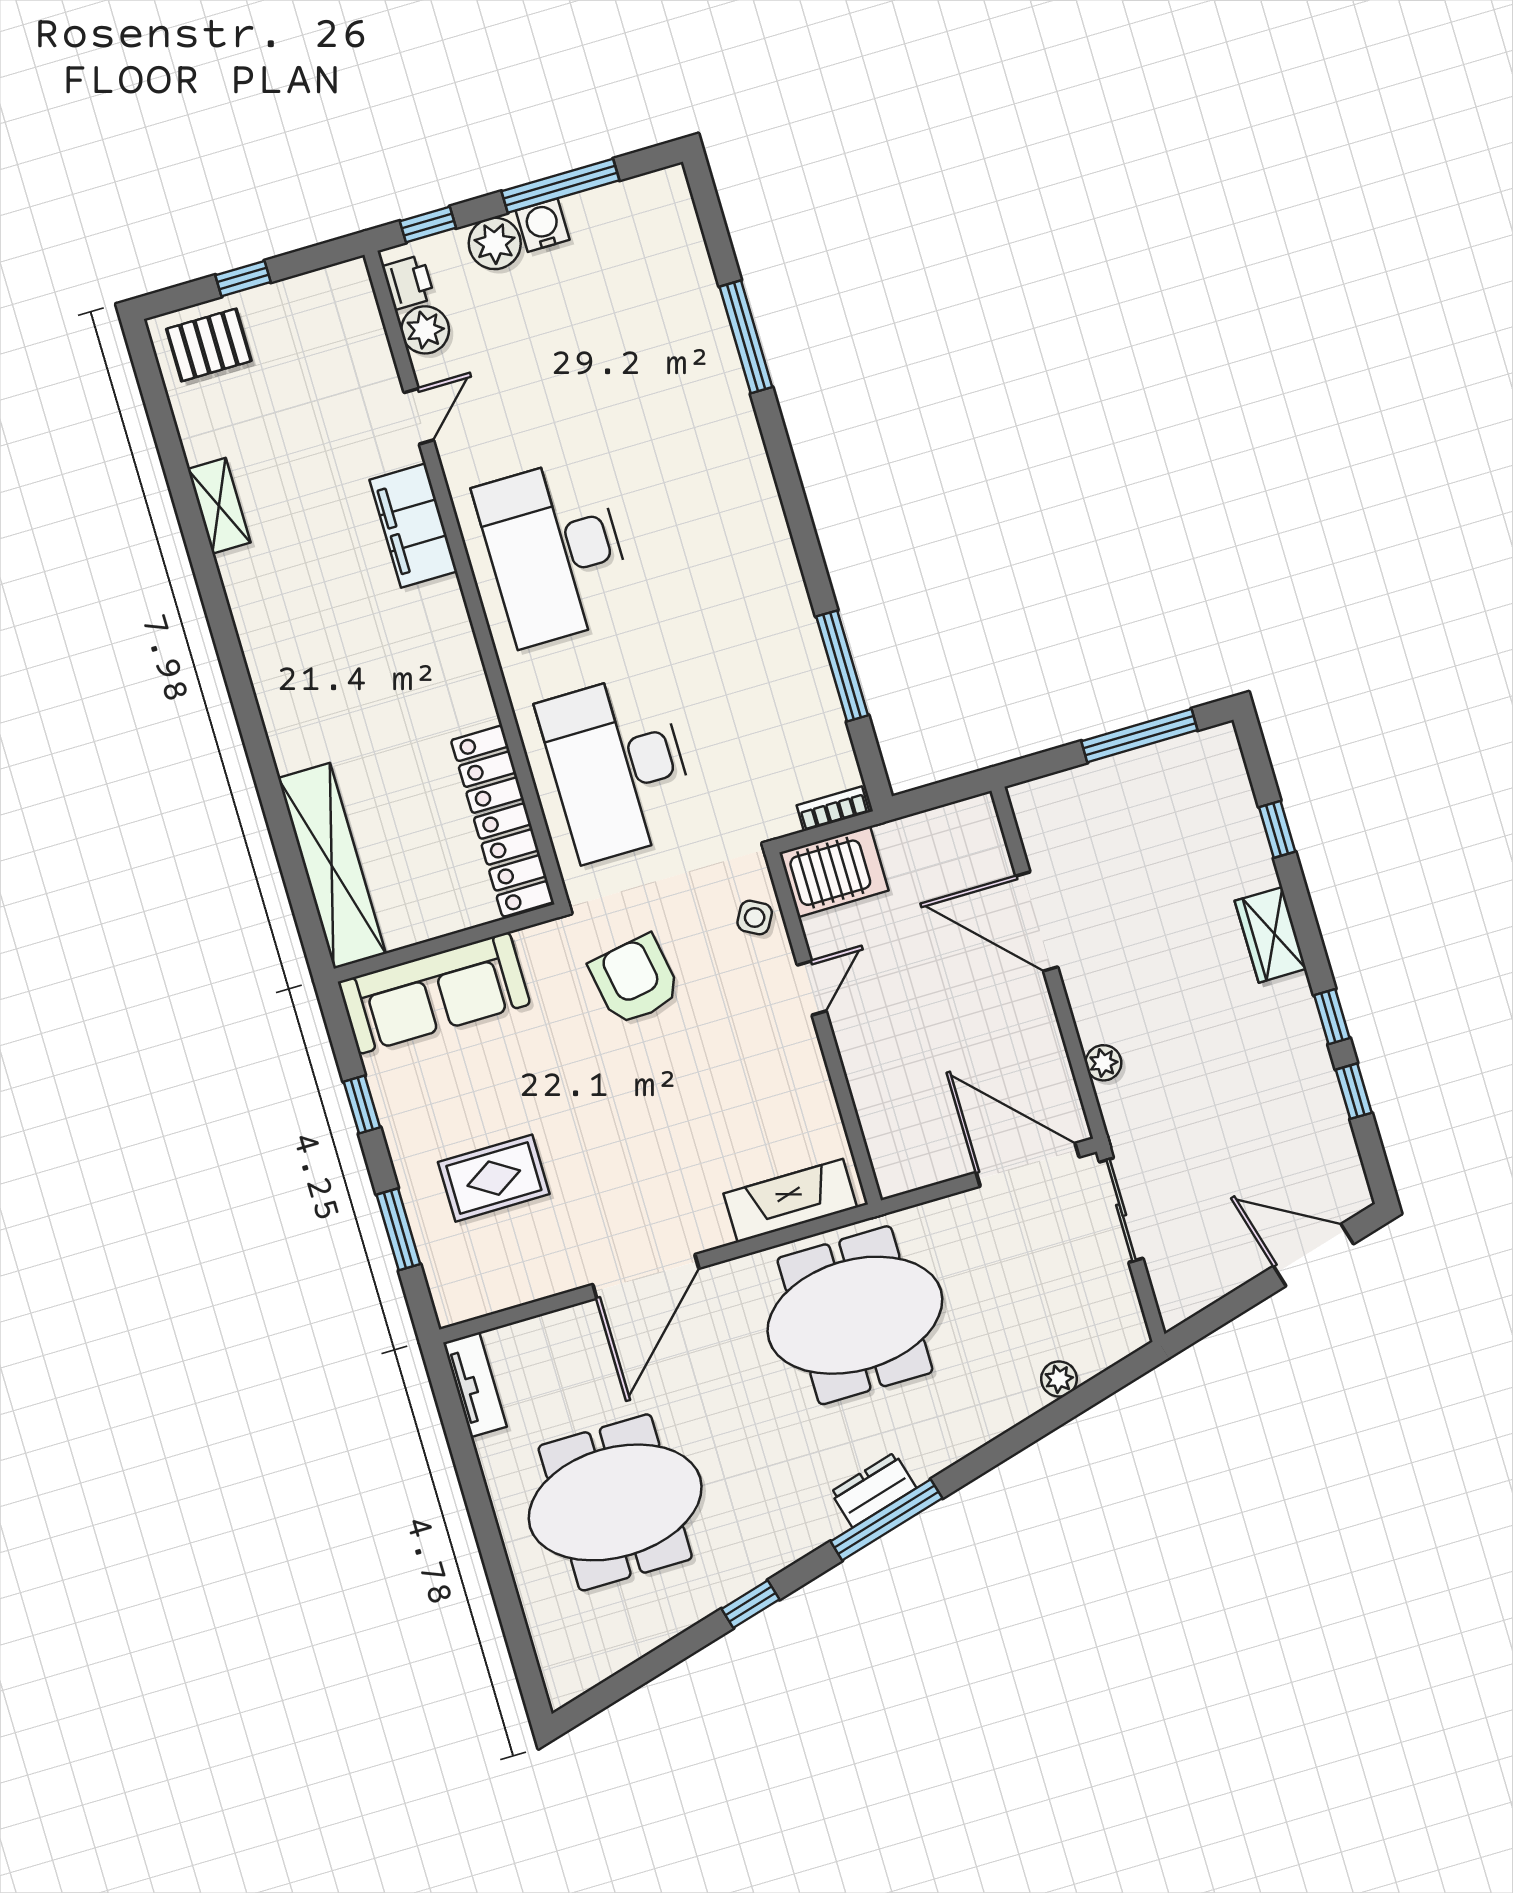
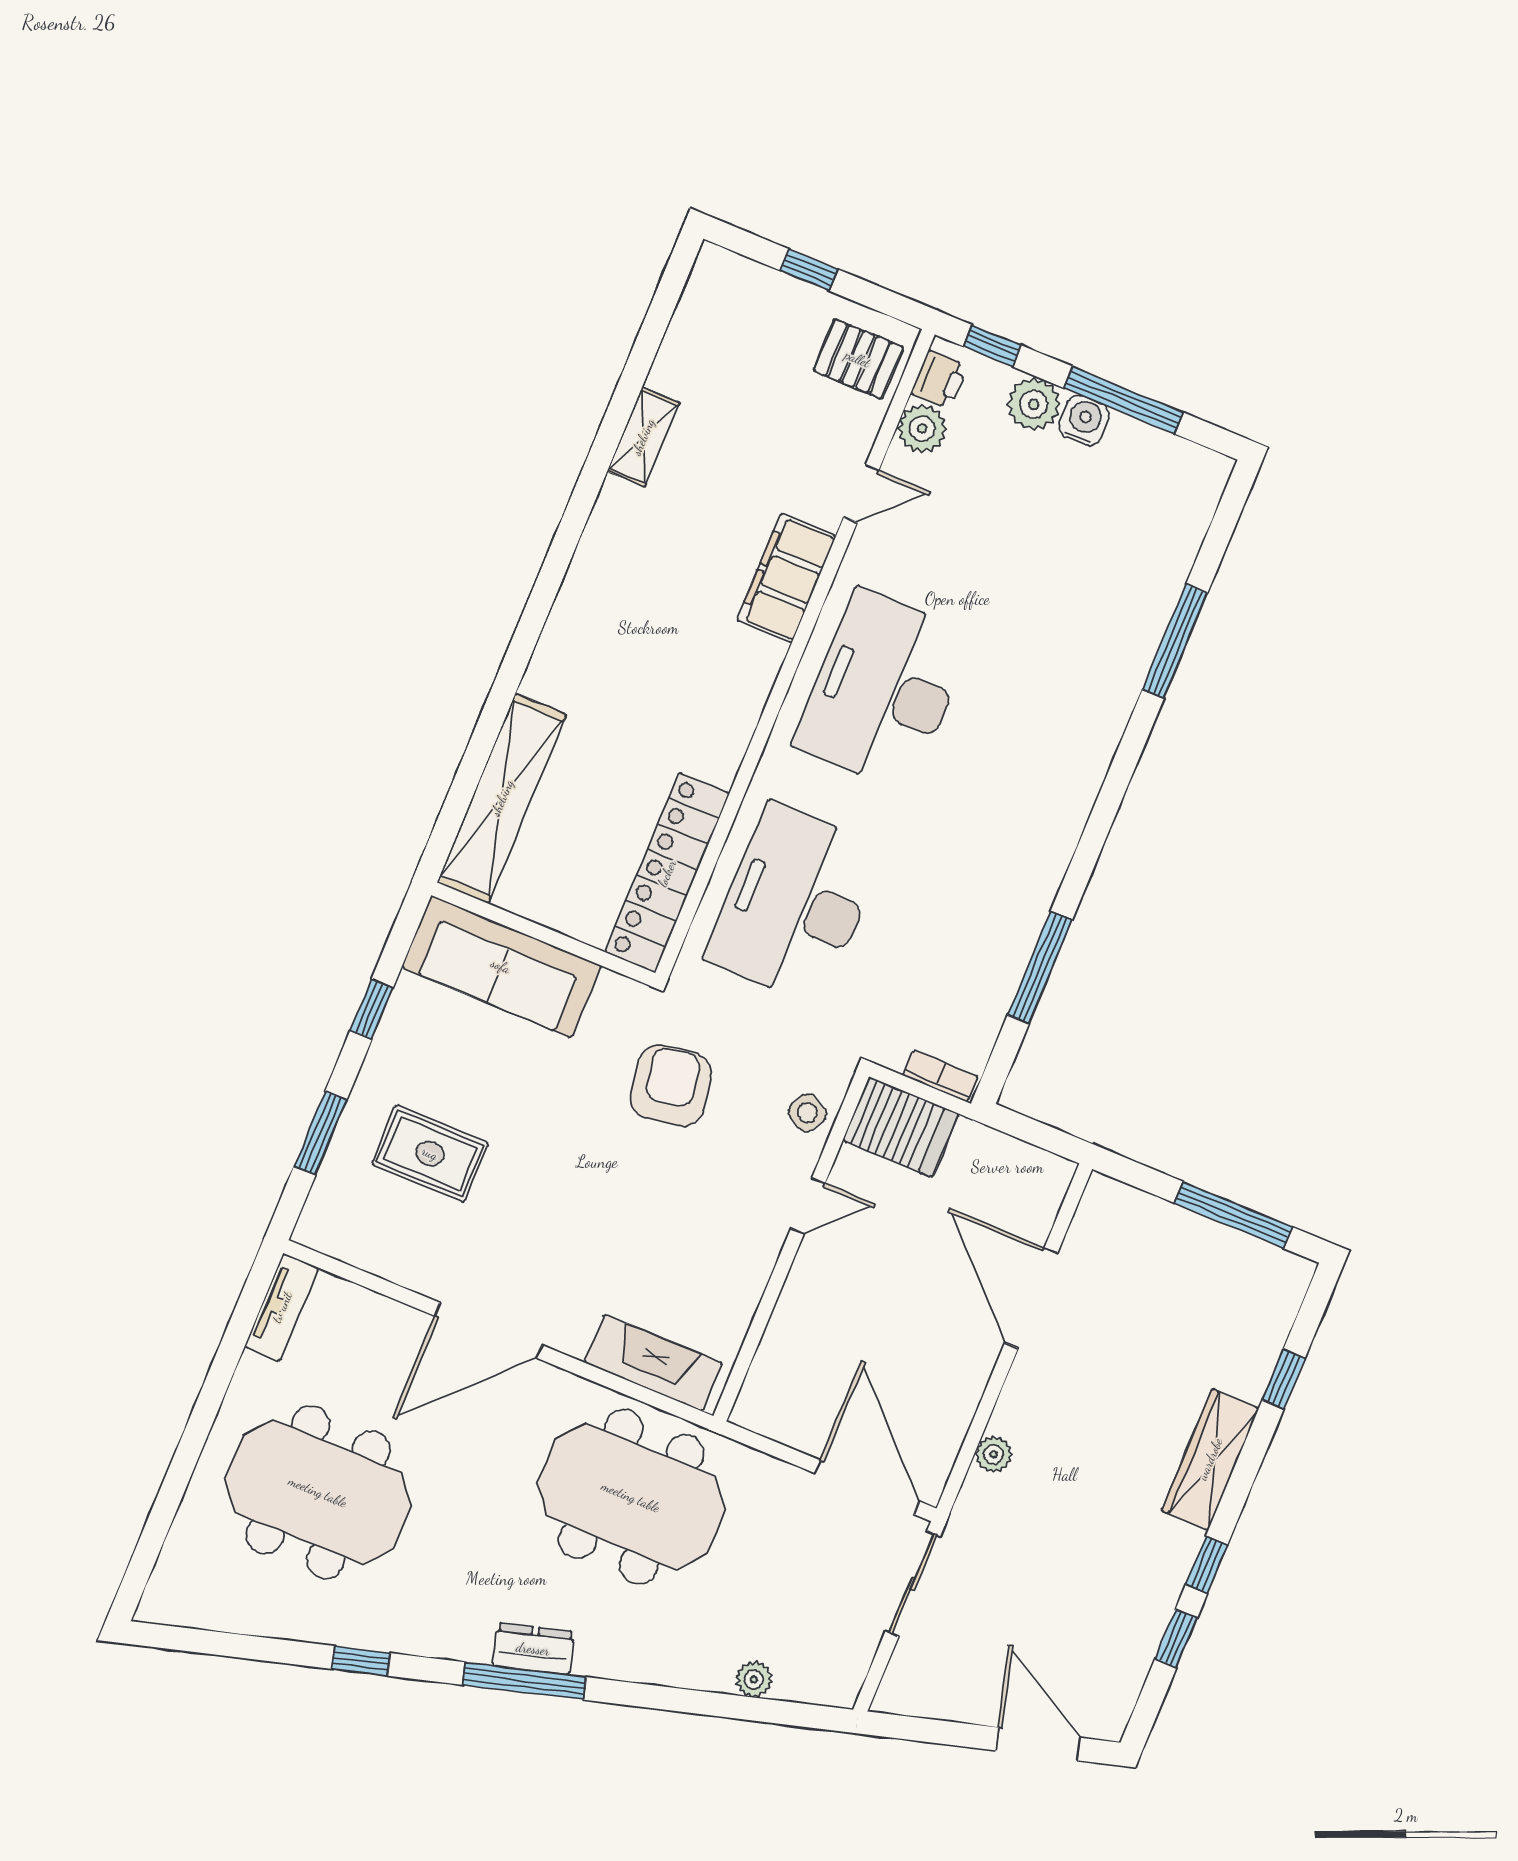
pallet: (209, 345) -> (858, 359), moved
wardrobe: (1271, 935) -> (1210, 1459), width x1.50

